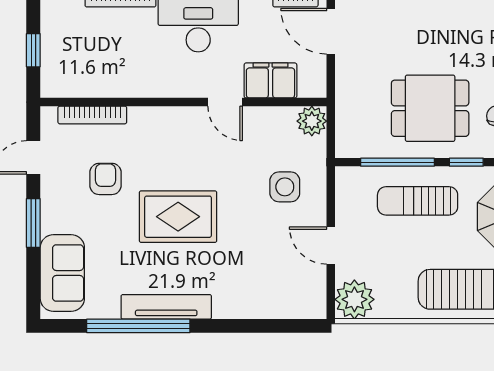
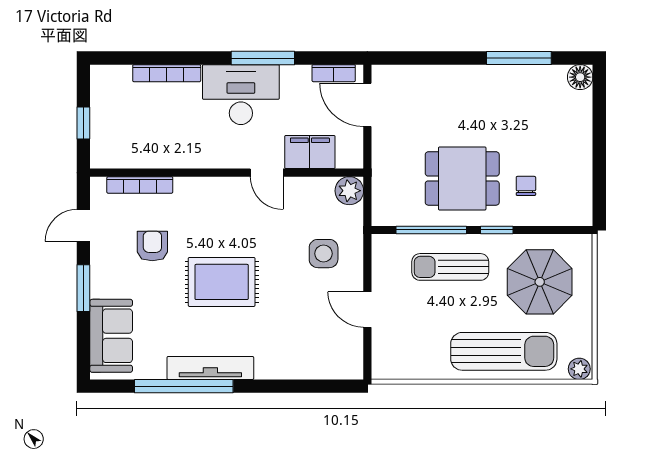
plant: (354, 299) -> (390, 361), removed

